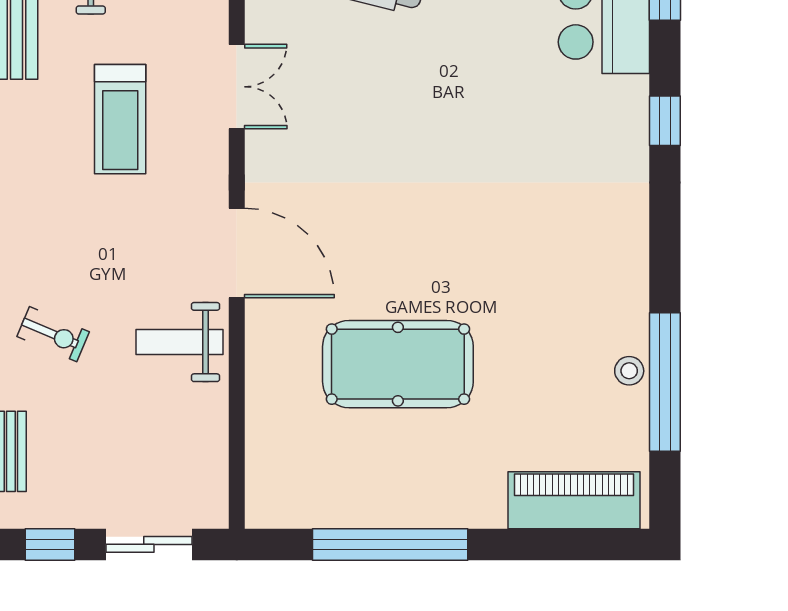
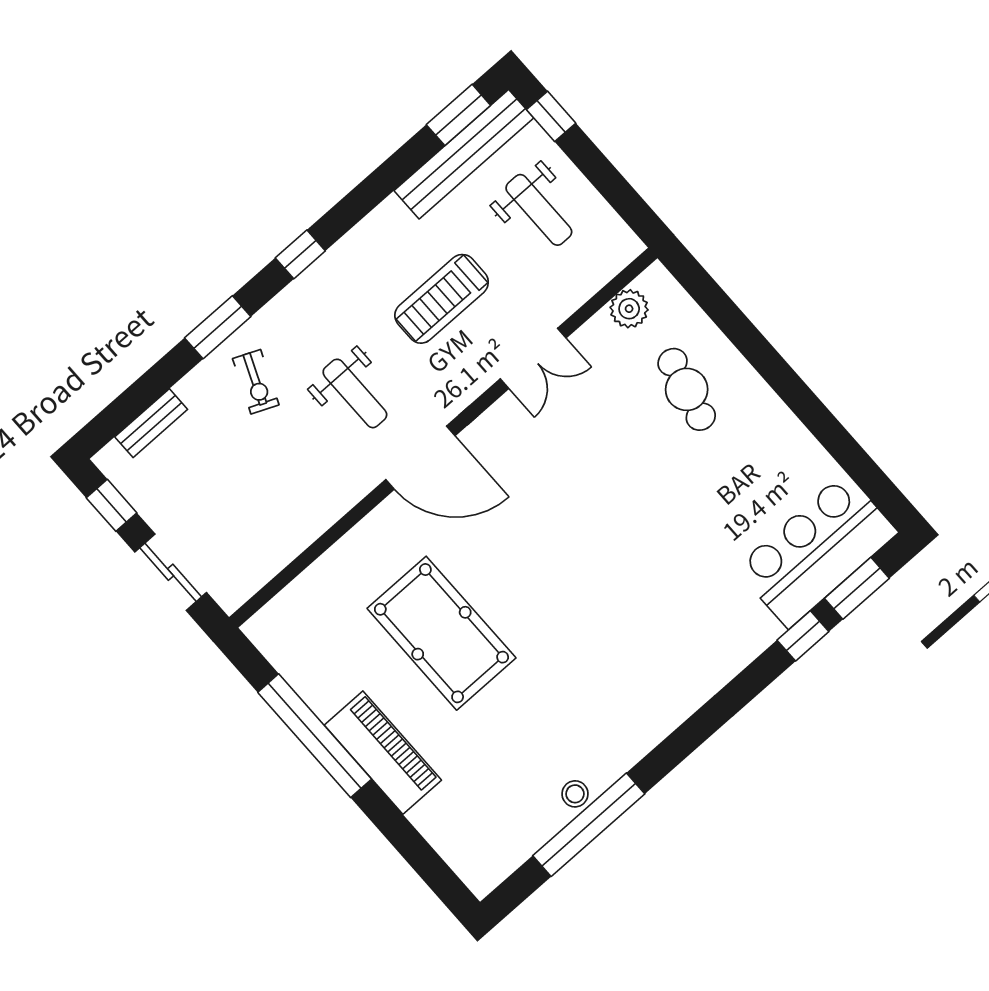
window: (665, 121) -> (803, 636), moved
door: (237, 253) -> (420, 458), hinge flipped
weight bench: (179, 342) -> (355, 393), moved, turned 180
piano: (574, 500) -> (383, 753), moved

